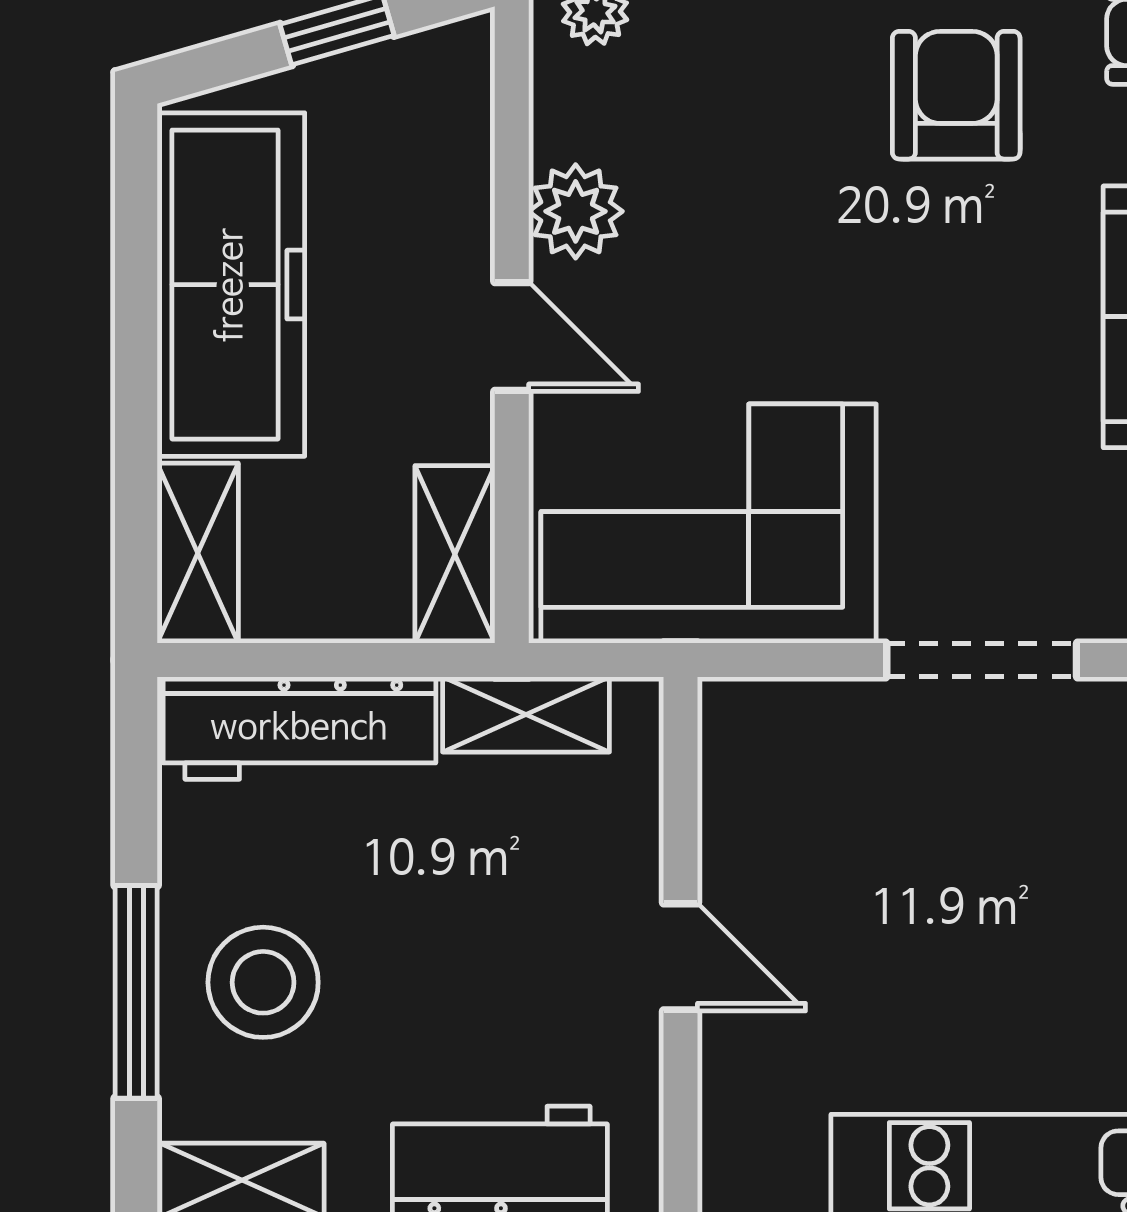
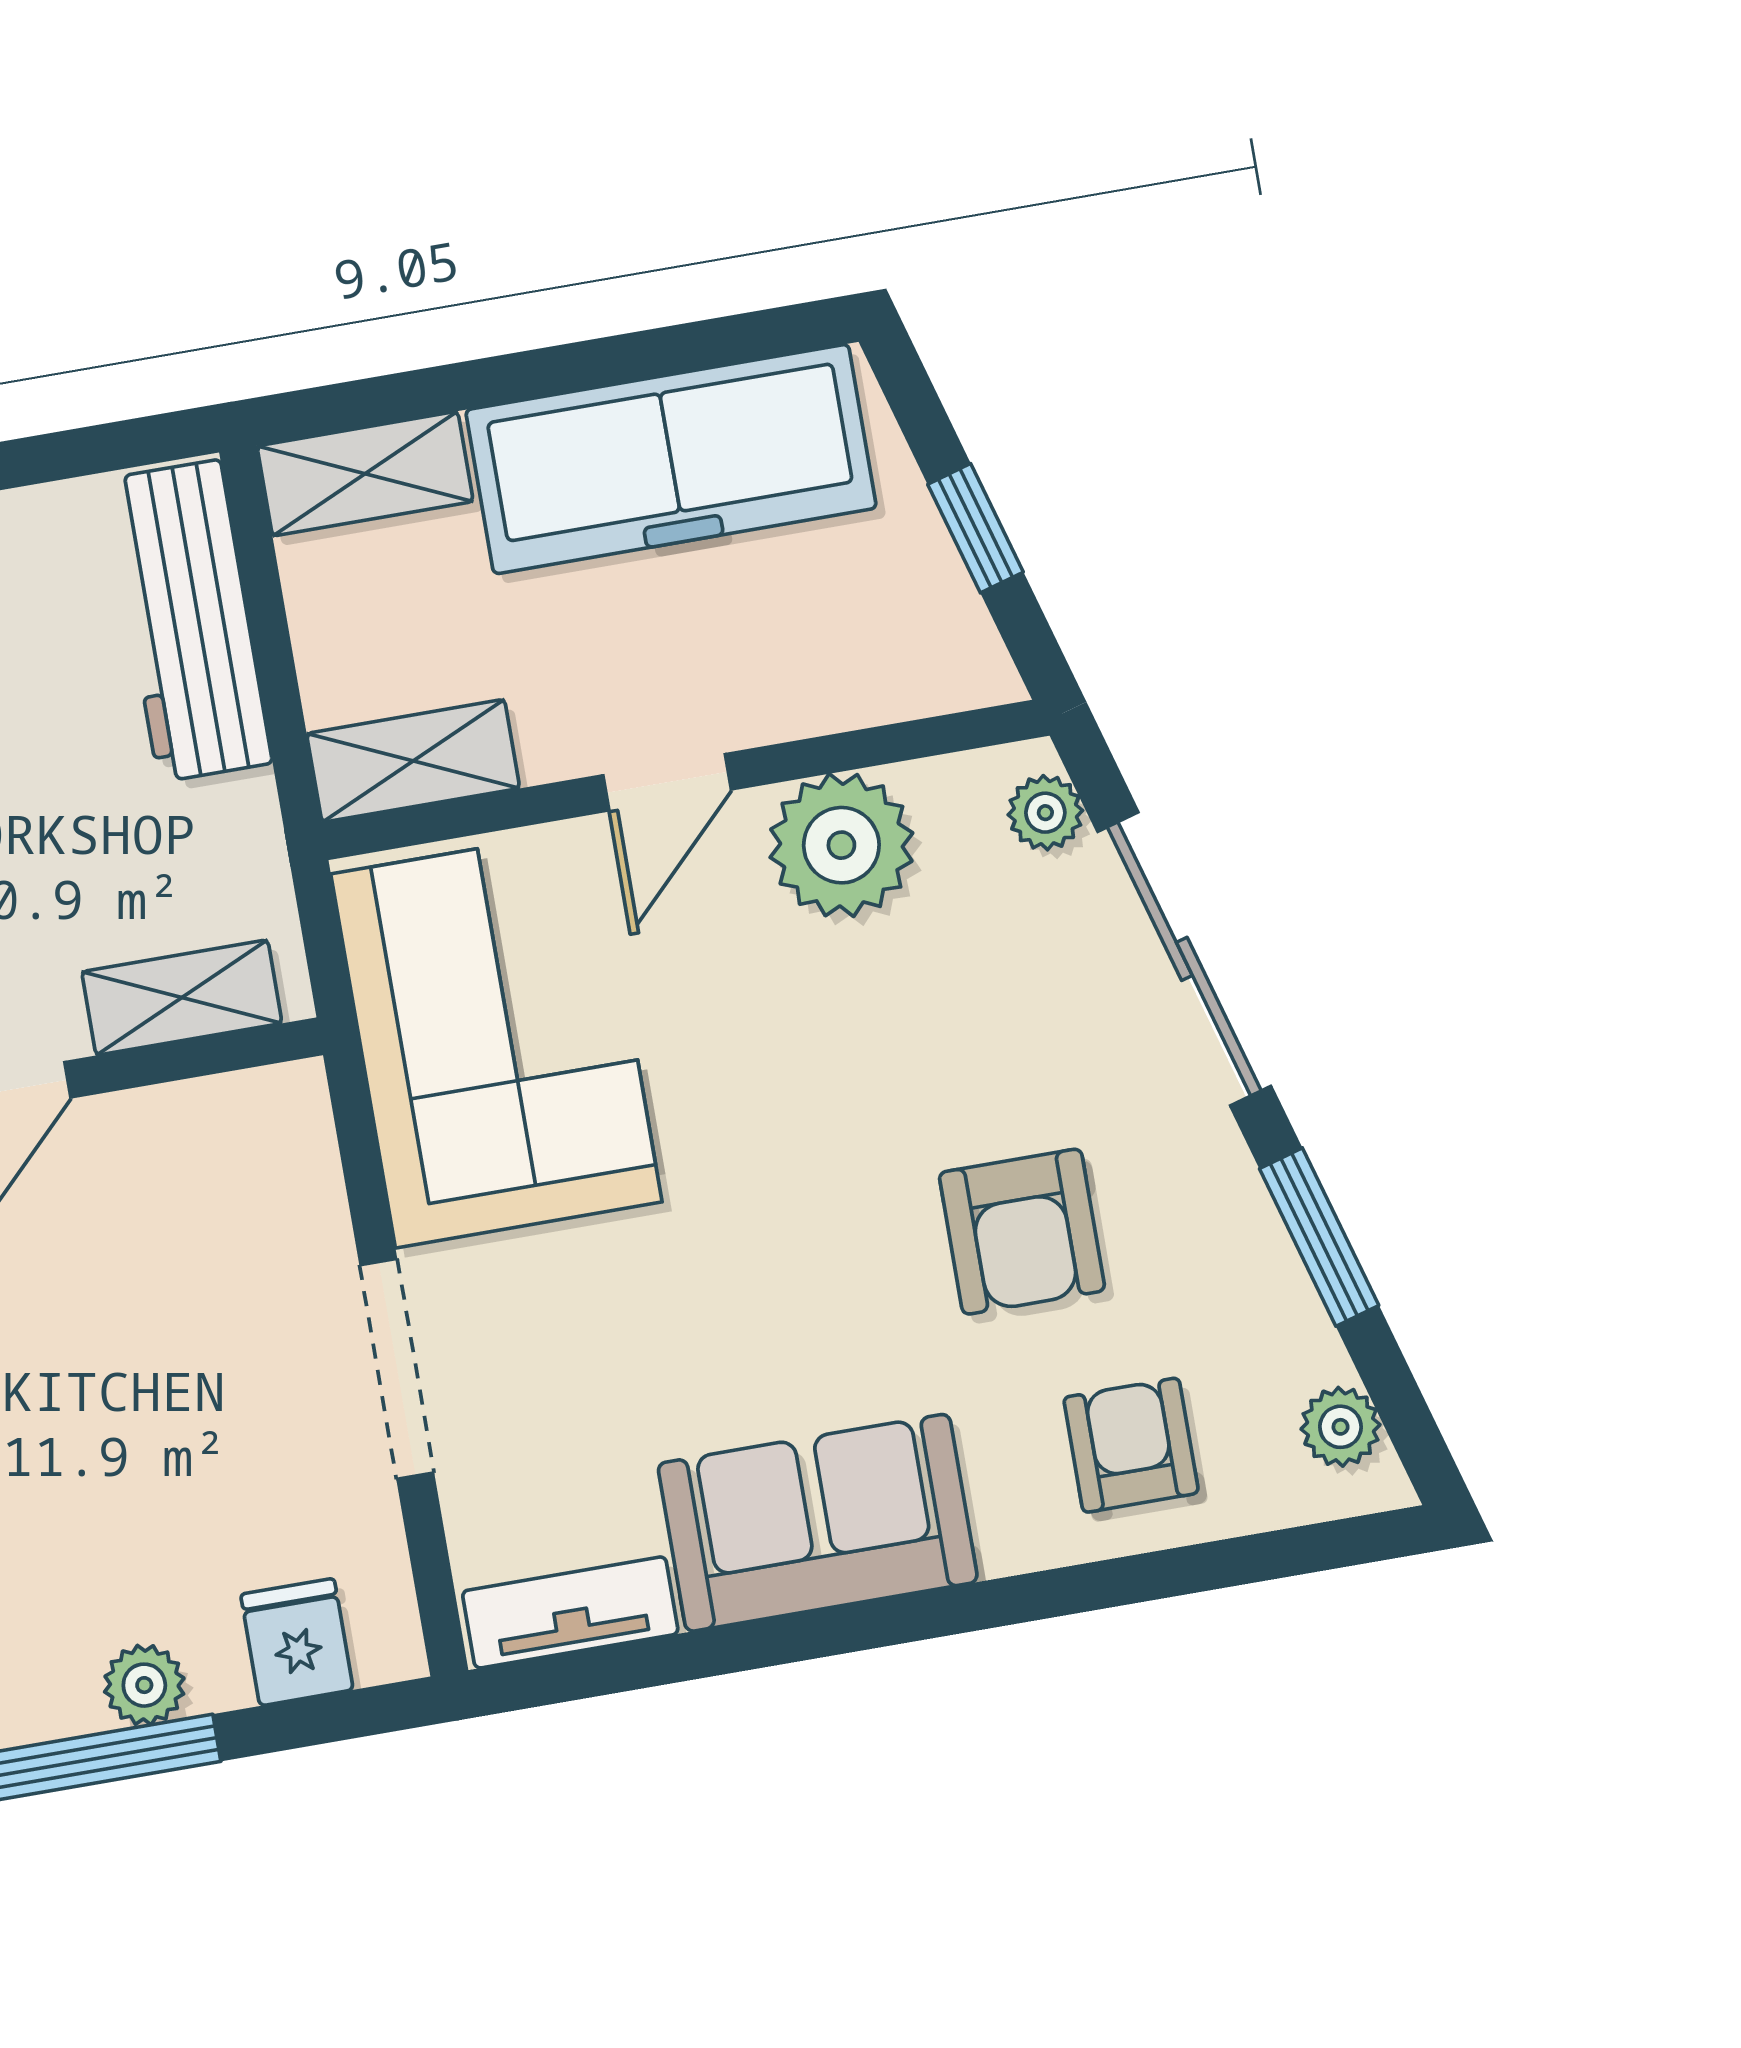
armchair: (956, 95) -> (1022, 1232), turned 90
plant: (576, 211) -> (841, 845), width x1.36, depth x1.36
shelving: (526, 714) -> (182, 998), moved, turned 90

